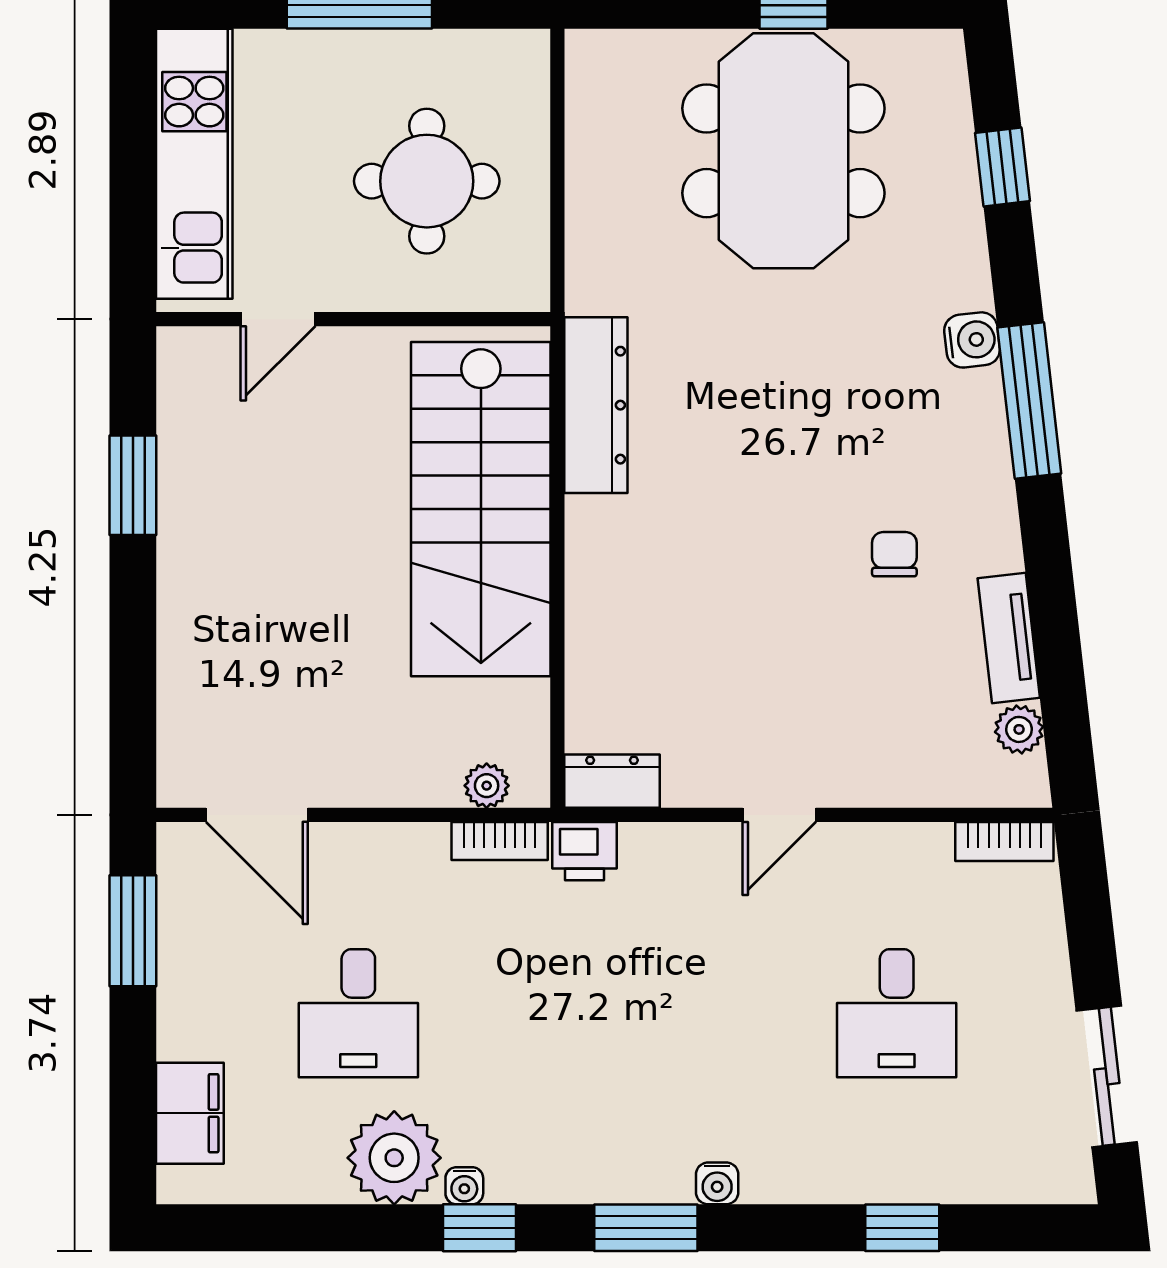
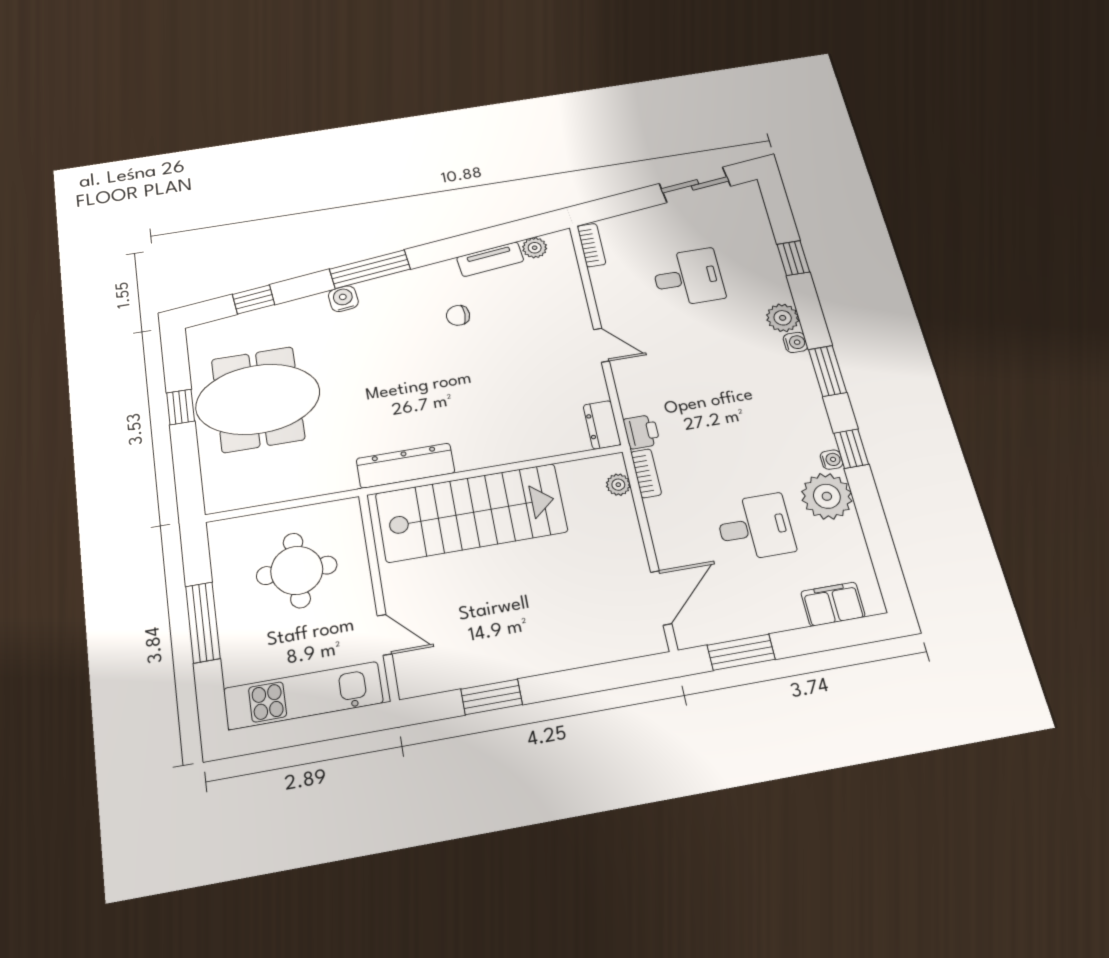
plant: (774, 1173) -> (783, 318), added

